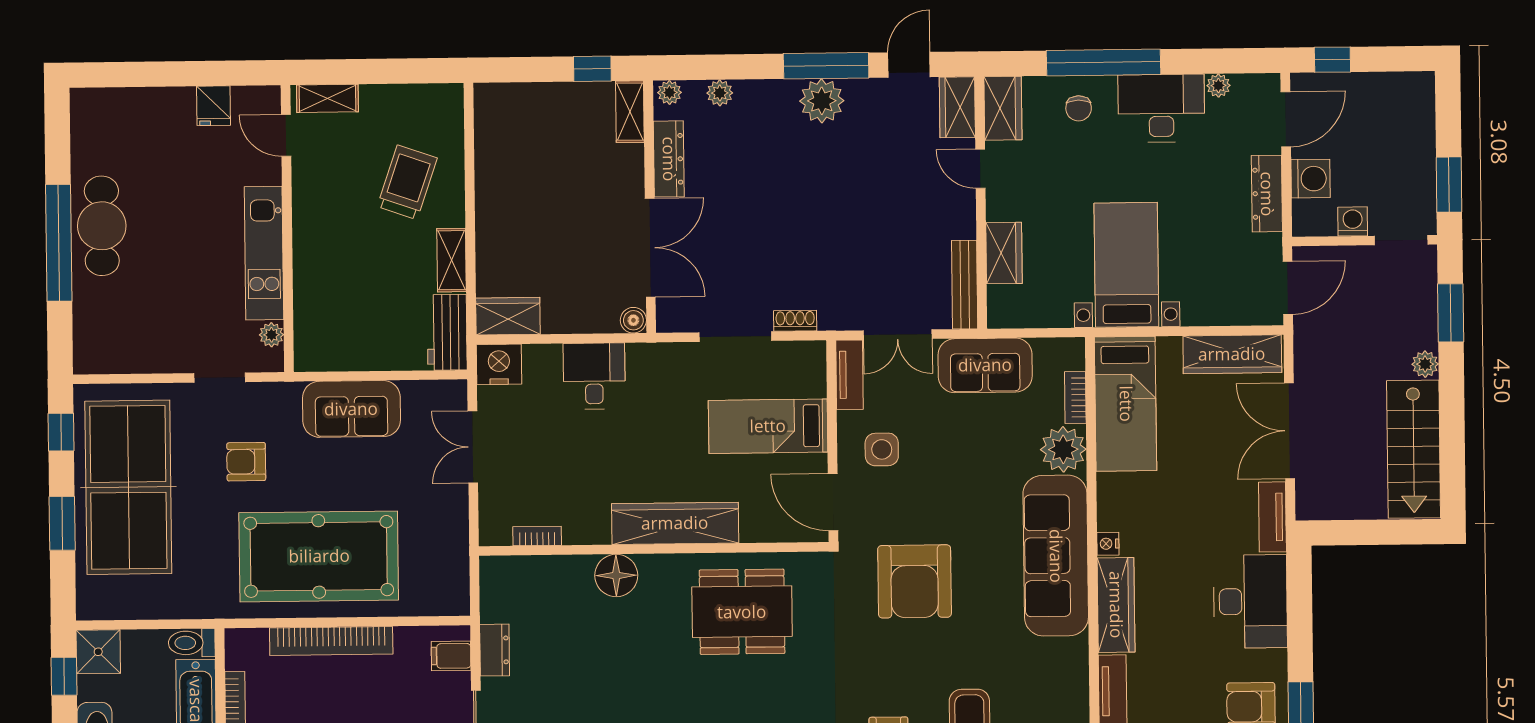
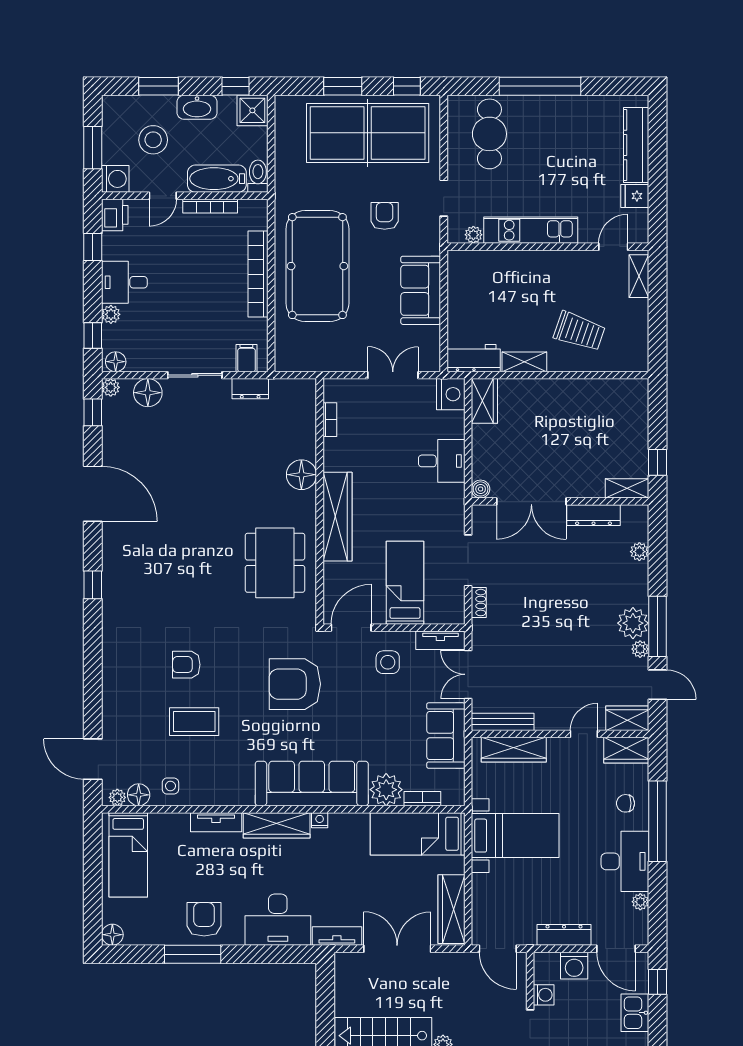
kitchen sink: (1377, 91) -> (635, 1013), added
plant: (669, 93) -> (640, 649), moved
kitchen counter: (141, 105) -> (636, 145), added
cafe table: (102, 226) -> (489, 134), moved, turned 90
wardrobe: (1004, 253) -> (514, 750), width x1.50

